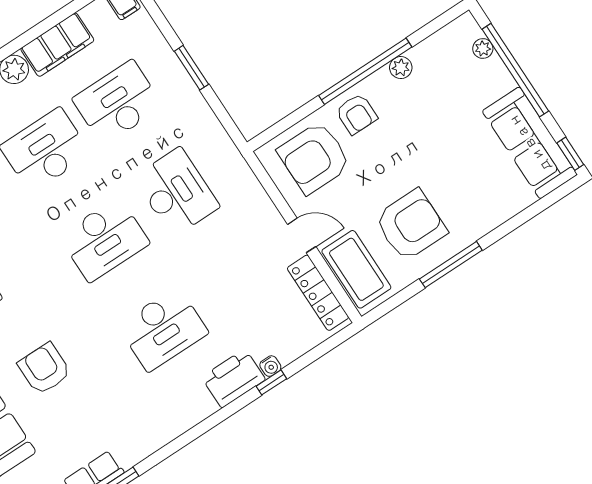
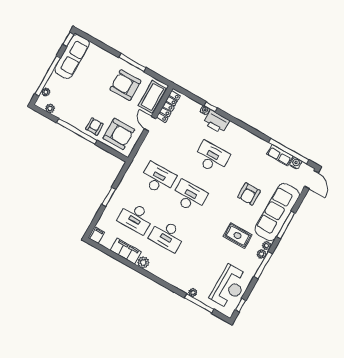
plant: (401, 68) -> (50, 108), moved
desk: (176, 192) -> (158, 179), turned 90

